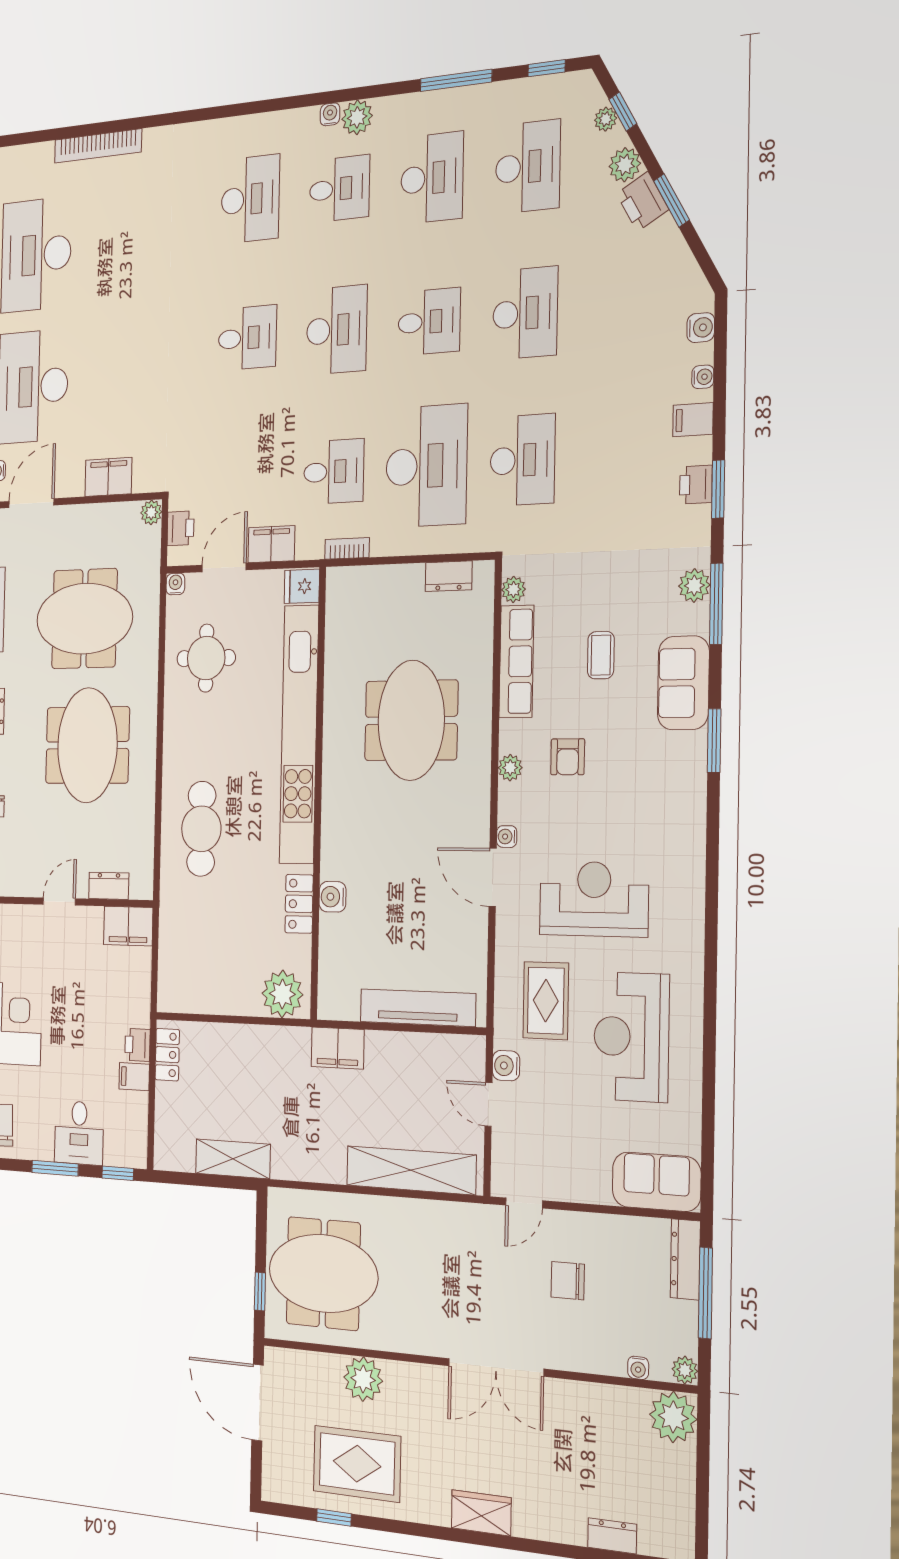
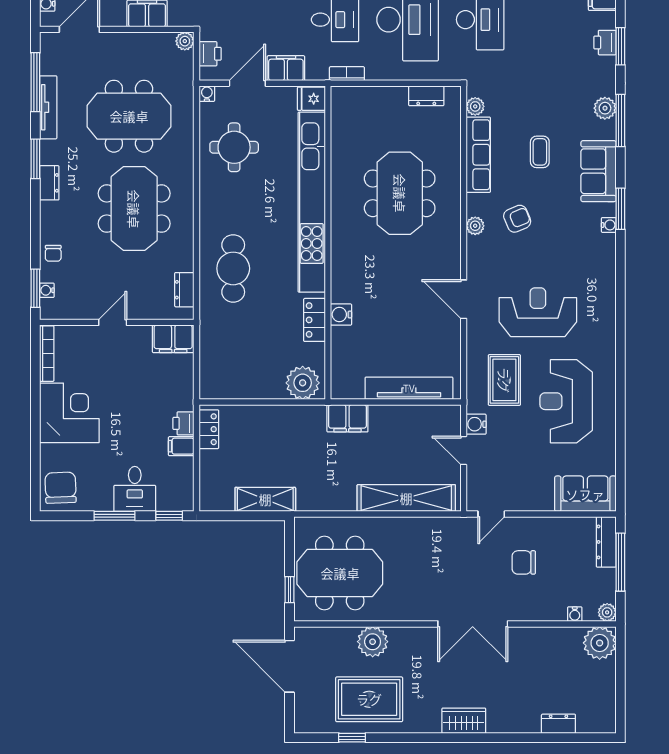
armchair: (568, 757) -> (517, 219), turned -113
water cooler: (507, 837) -> (609, 225), moved, turned 180
dresser: (109, 886) -> (184, 290), moved, turned -90

